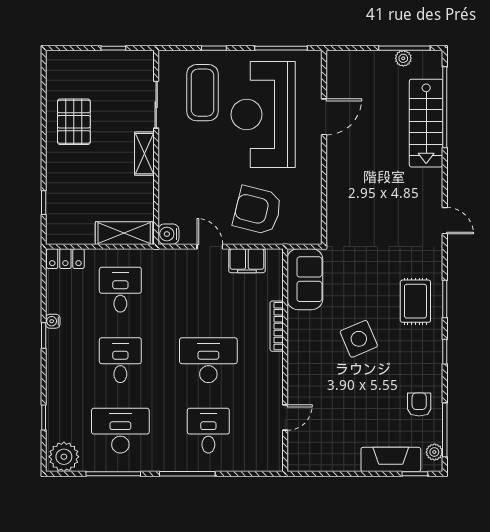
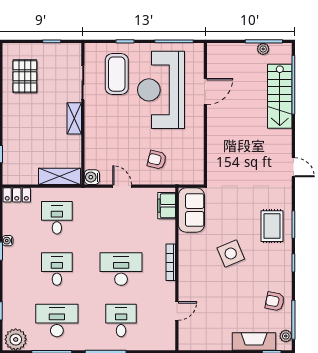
pallet: (74, 122) -> (25, 76), moved
armchair: (257, 210) -> (157, 160), width x0.53, depth x0.53
filing cabinet: (247, 261) -> (167, 206), moved, turned 90
bookcase: (277, 326) -> (171, 262), moved
armchair: (419, 404) -> (275, 301), turned -79

